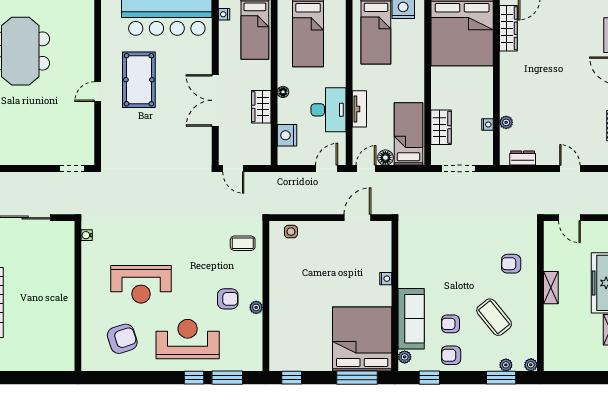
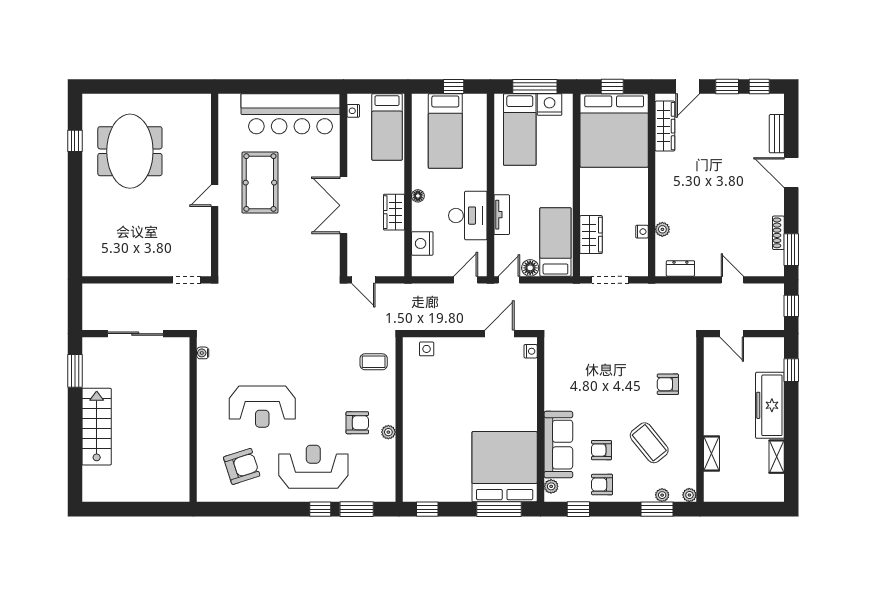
nightstand: (386, 279) -> (531, 351), moved
shelving: (551, 288) -> (712, 453), moved

